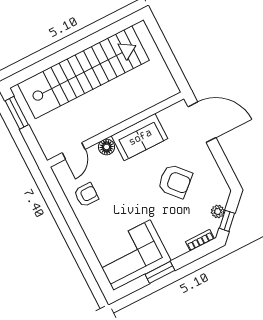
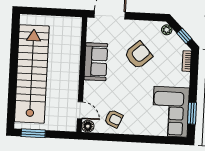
floor lamp: (107, 147) -> (88, 126), moved
armchair: (86, 195) -> (114, 119), turned 113
plant: (218, 211) -> (167, 30), moved
window: (160, 272) -> (192, 113), moved

